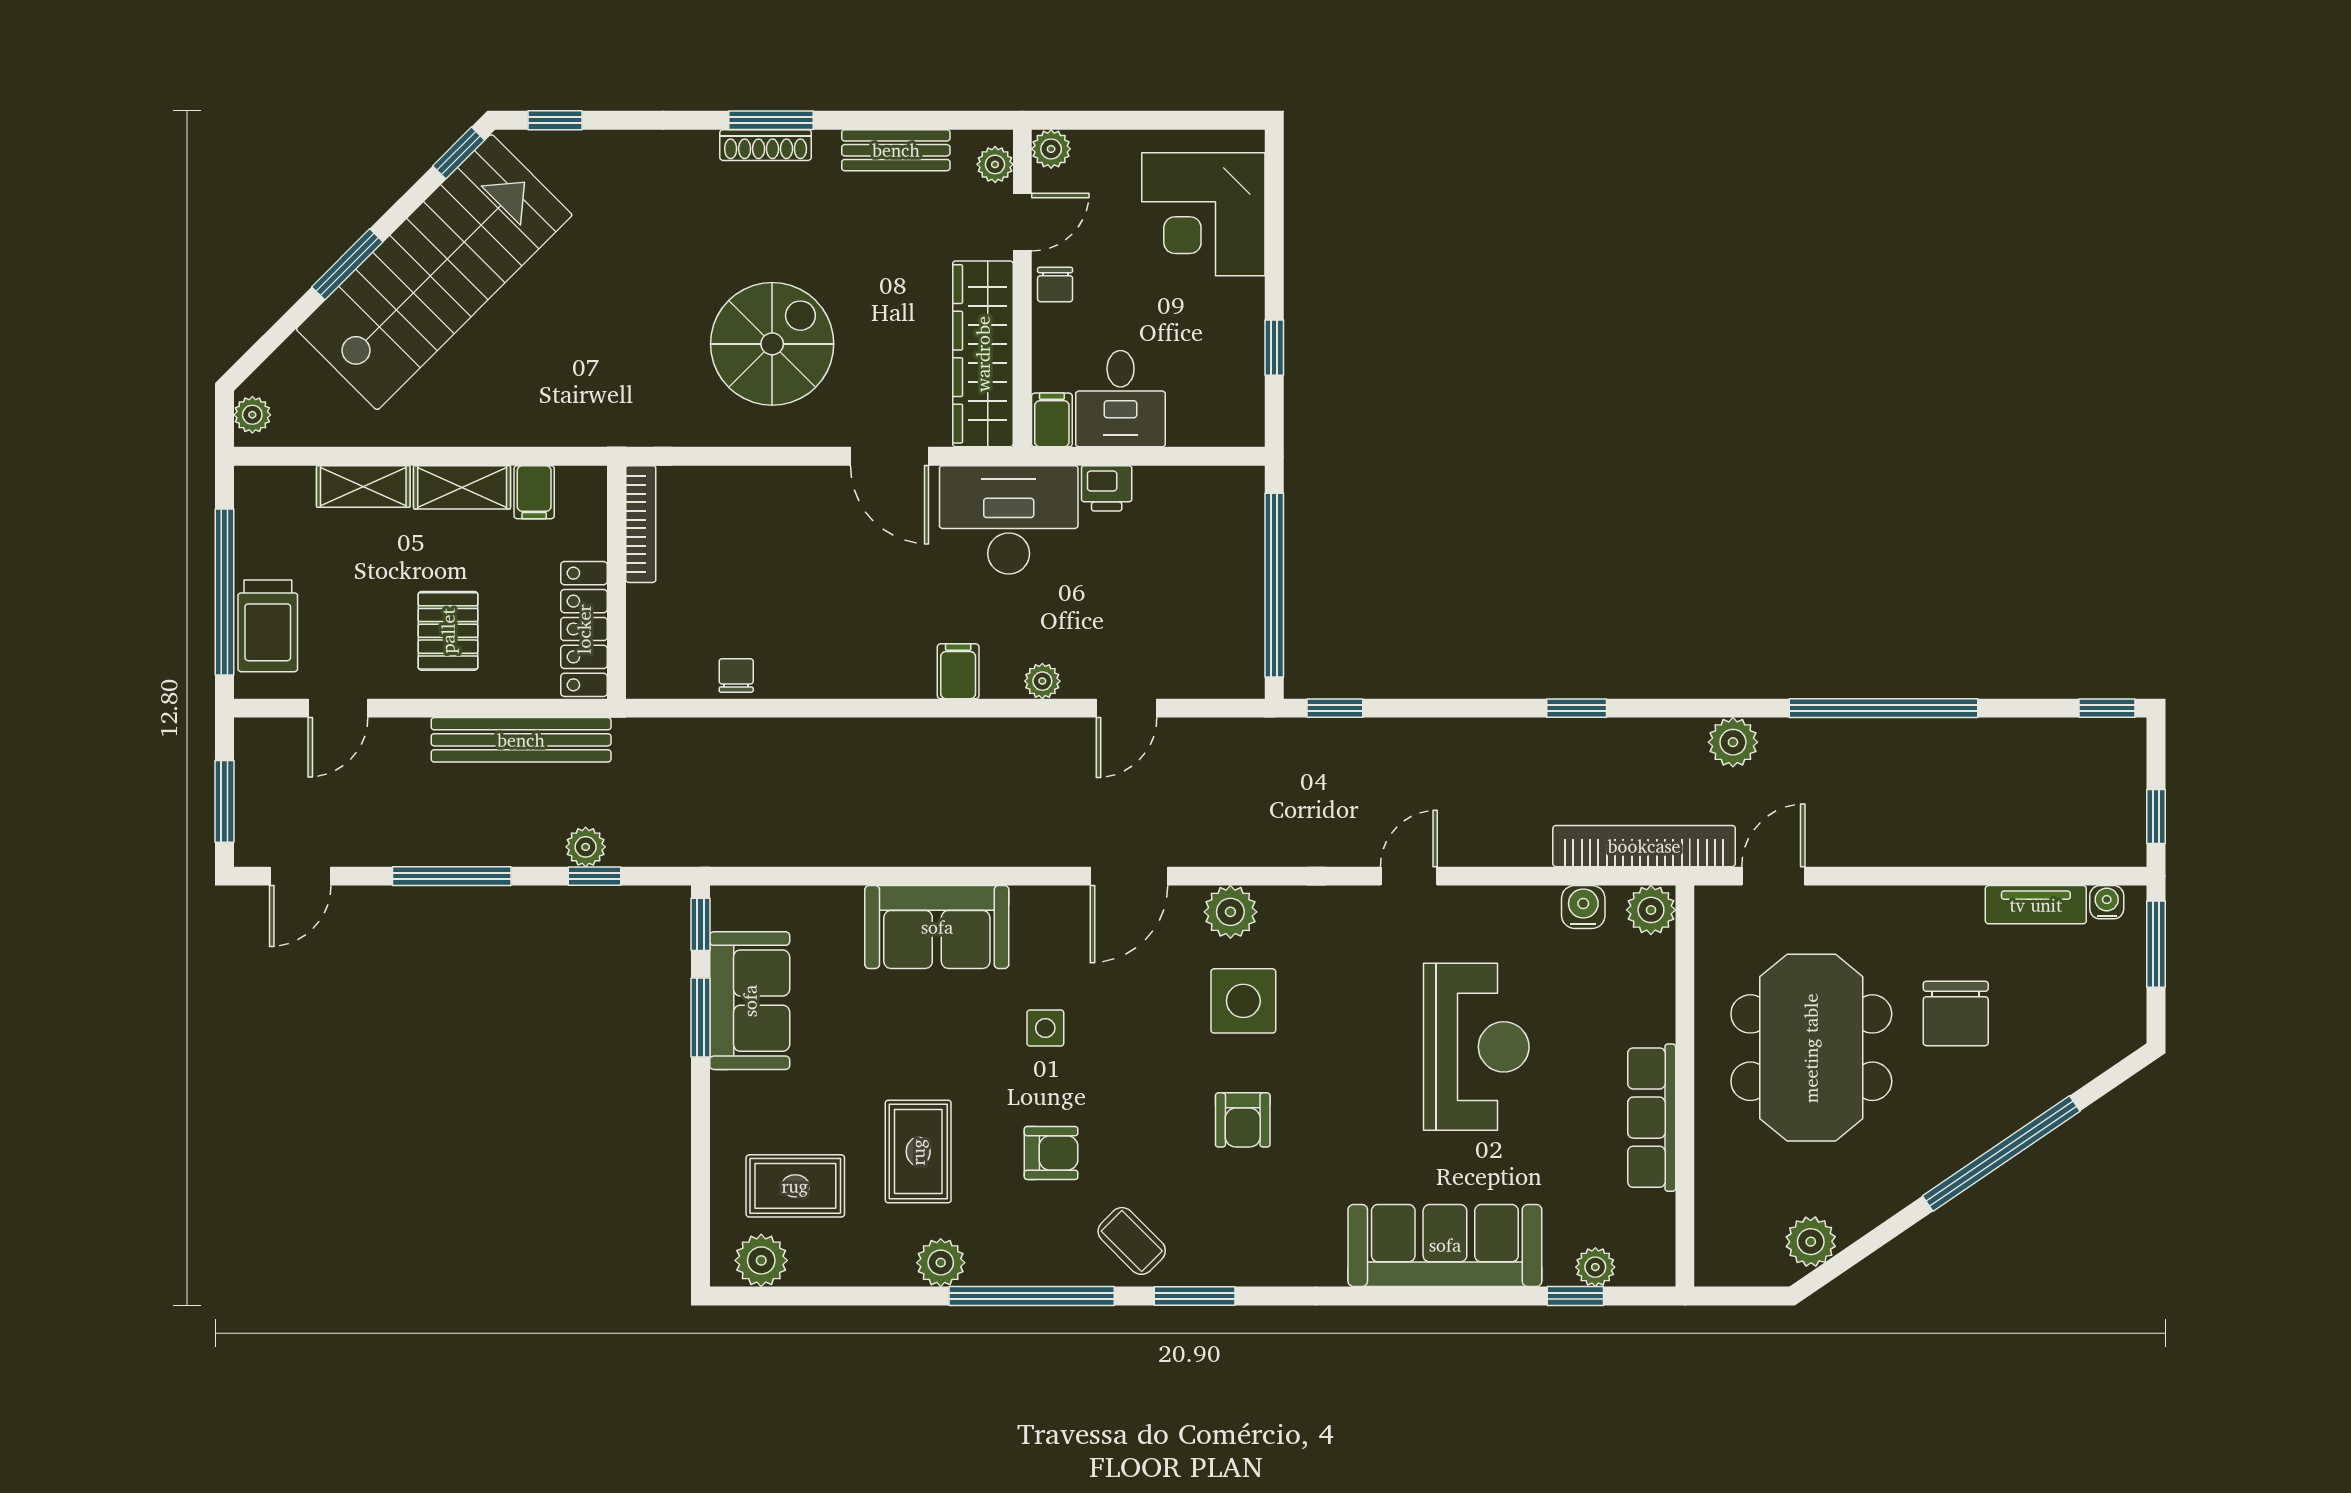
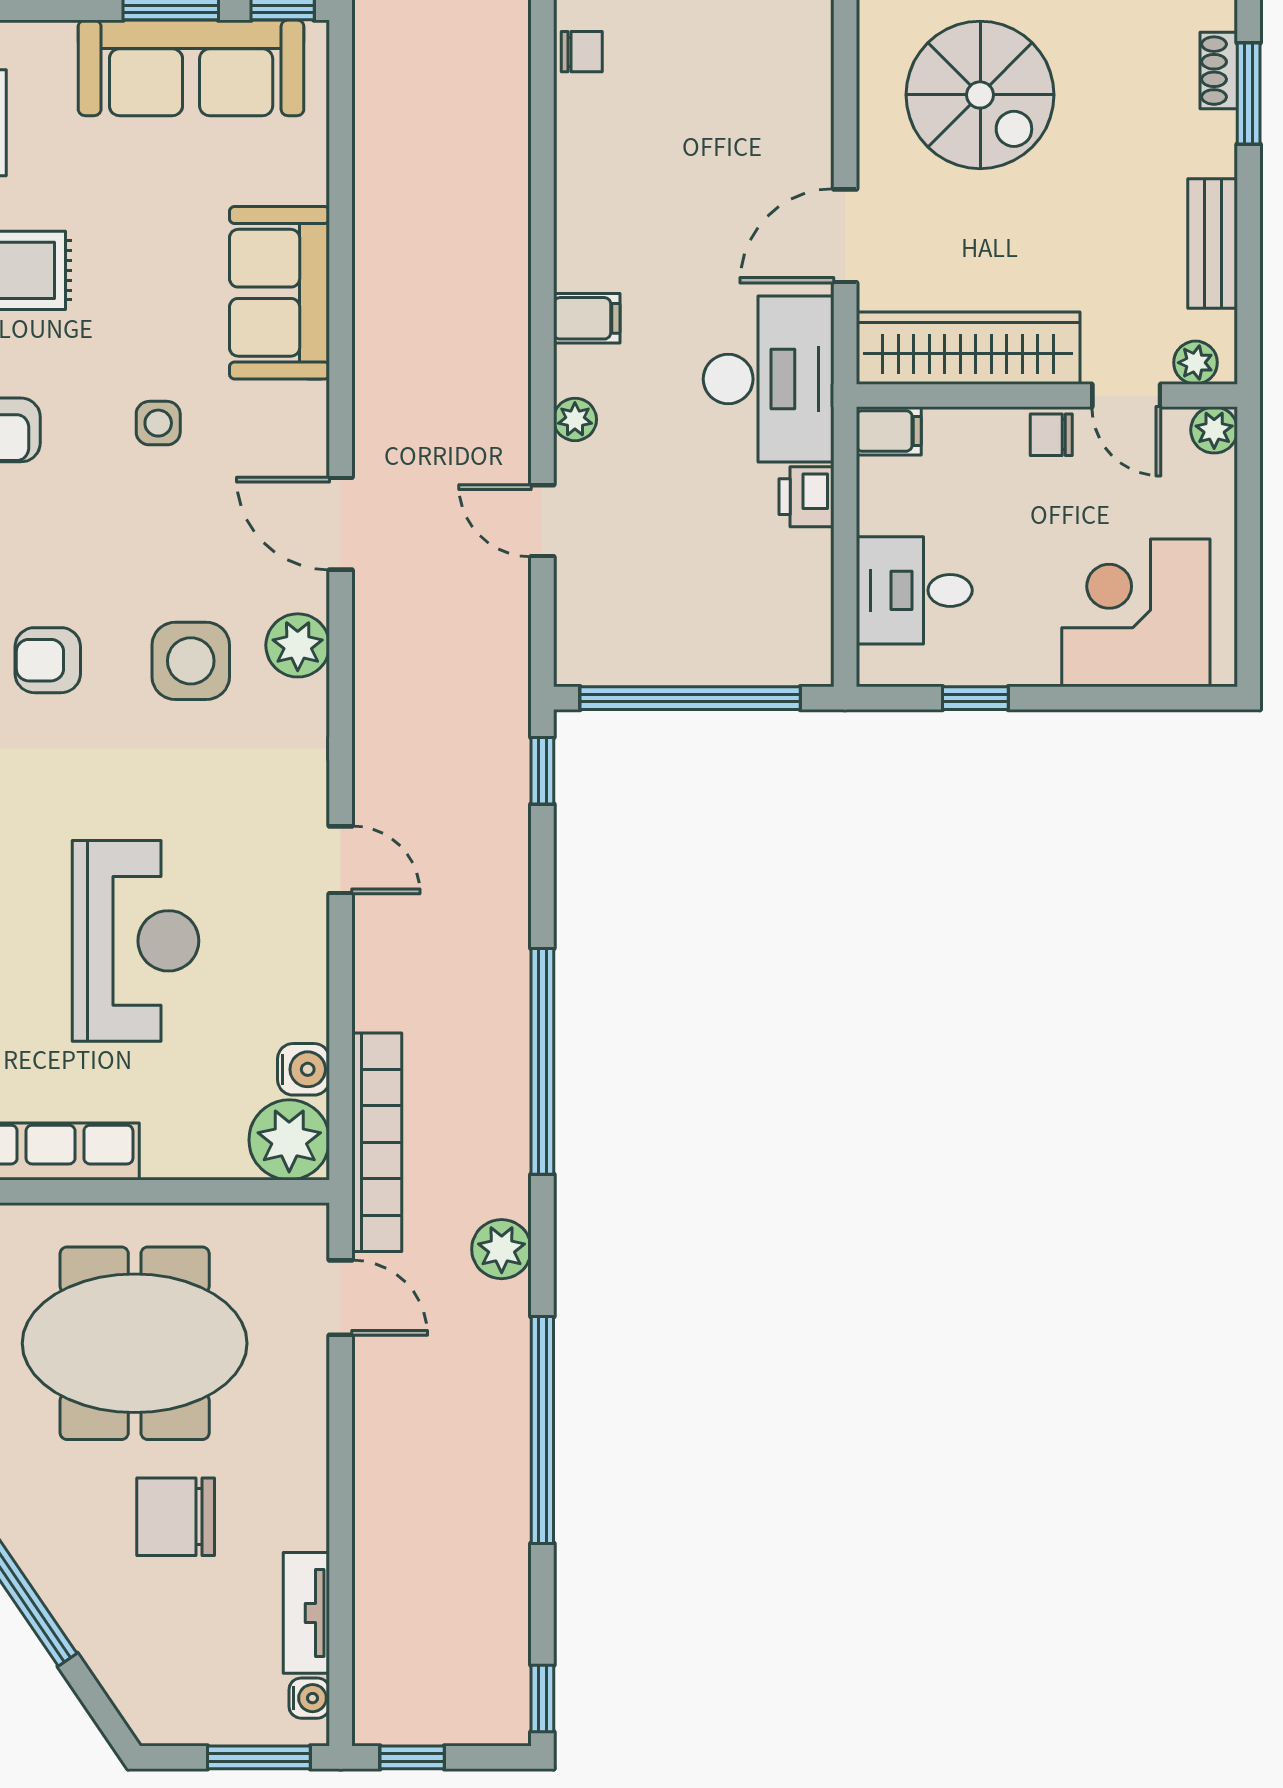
shoe rack: (766, 145) -> (1219, 71), width x0.70
desk: (1121, 399) -> (914, 590), moved
window: (1577, 708) -> (542, 1061), width x3.17
plant: (1651, 910) -> (289, 1140), width x1.36, depth x1.36
sofa: (750, 1001) -> (191, 68), width x1.36
reception desk: (1476, 1047) -> (136, 941), turned -90

